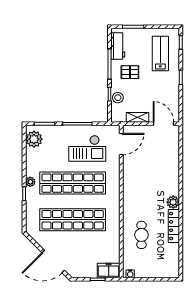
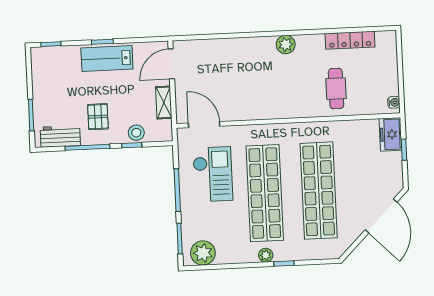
lab bench: (160, 54) -> (107, 59), moved
locker: (174, 226) -> (350, 40), moved
cafe table: (141, 235) -> (336, 89), turned 90

